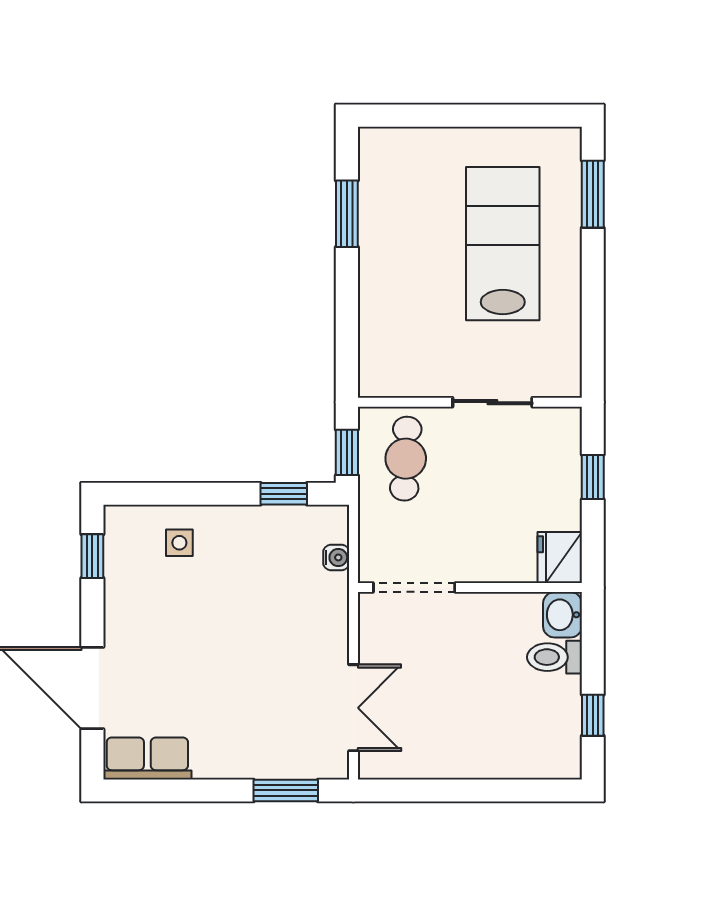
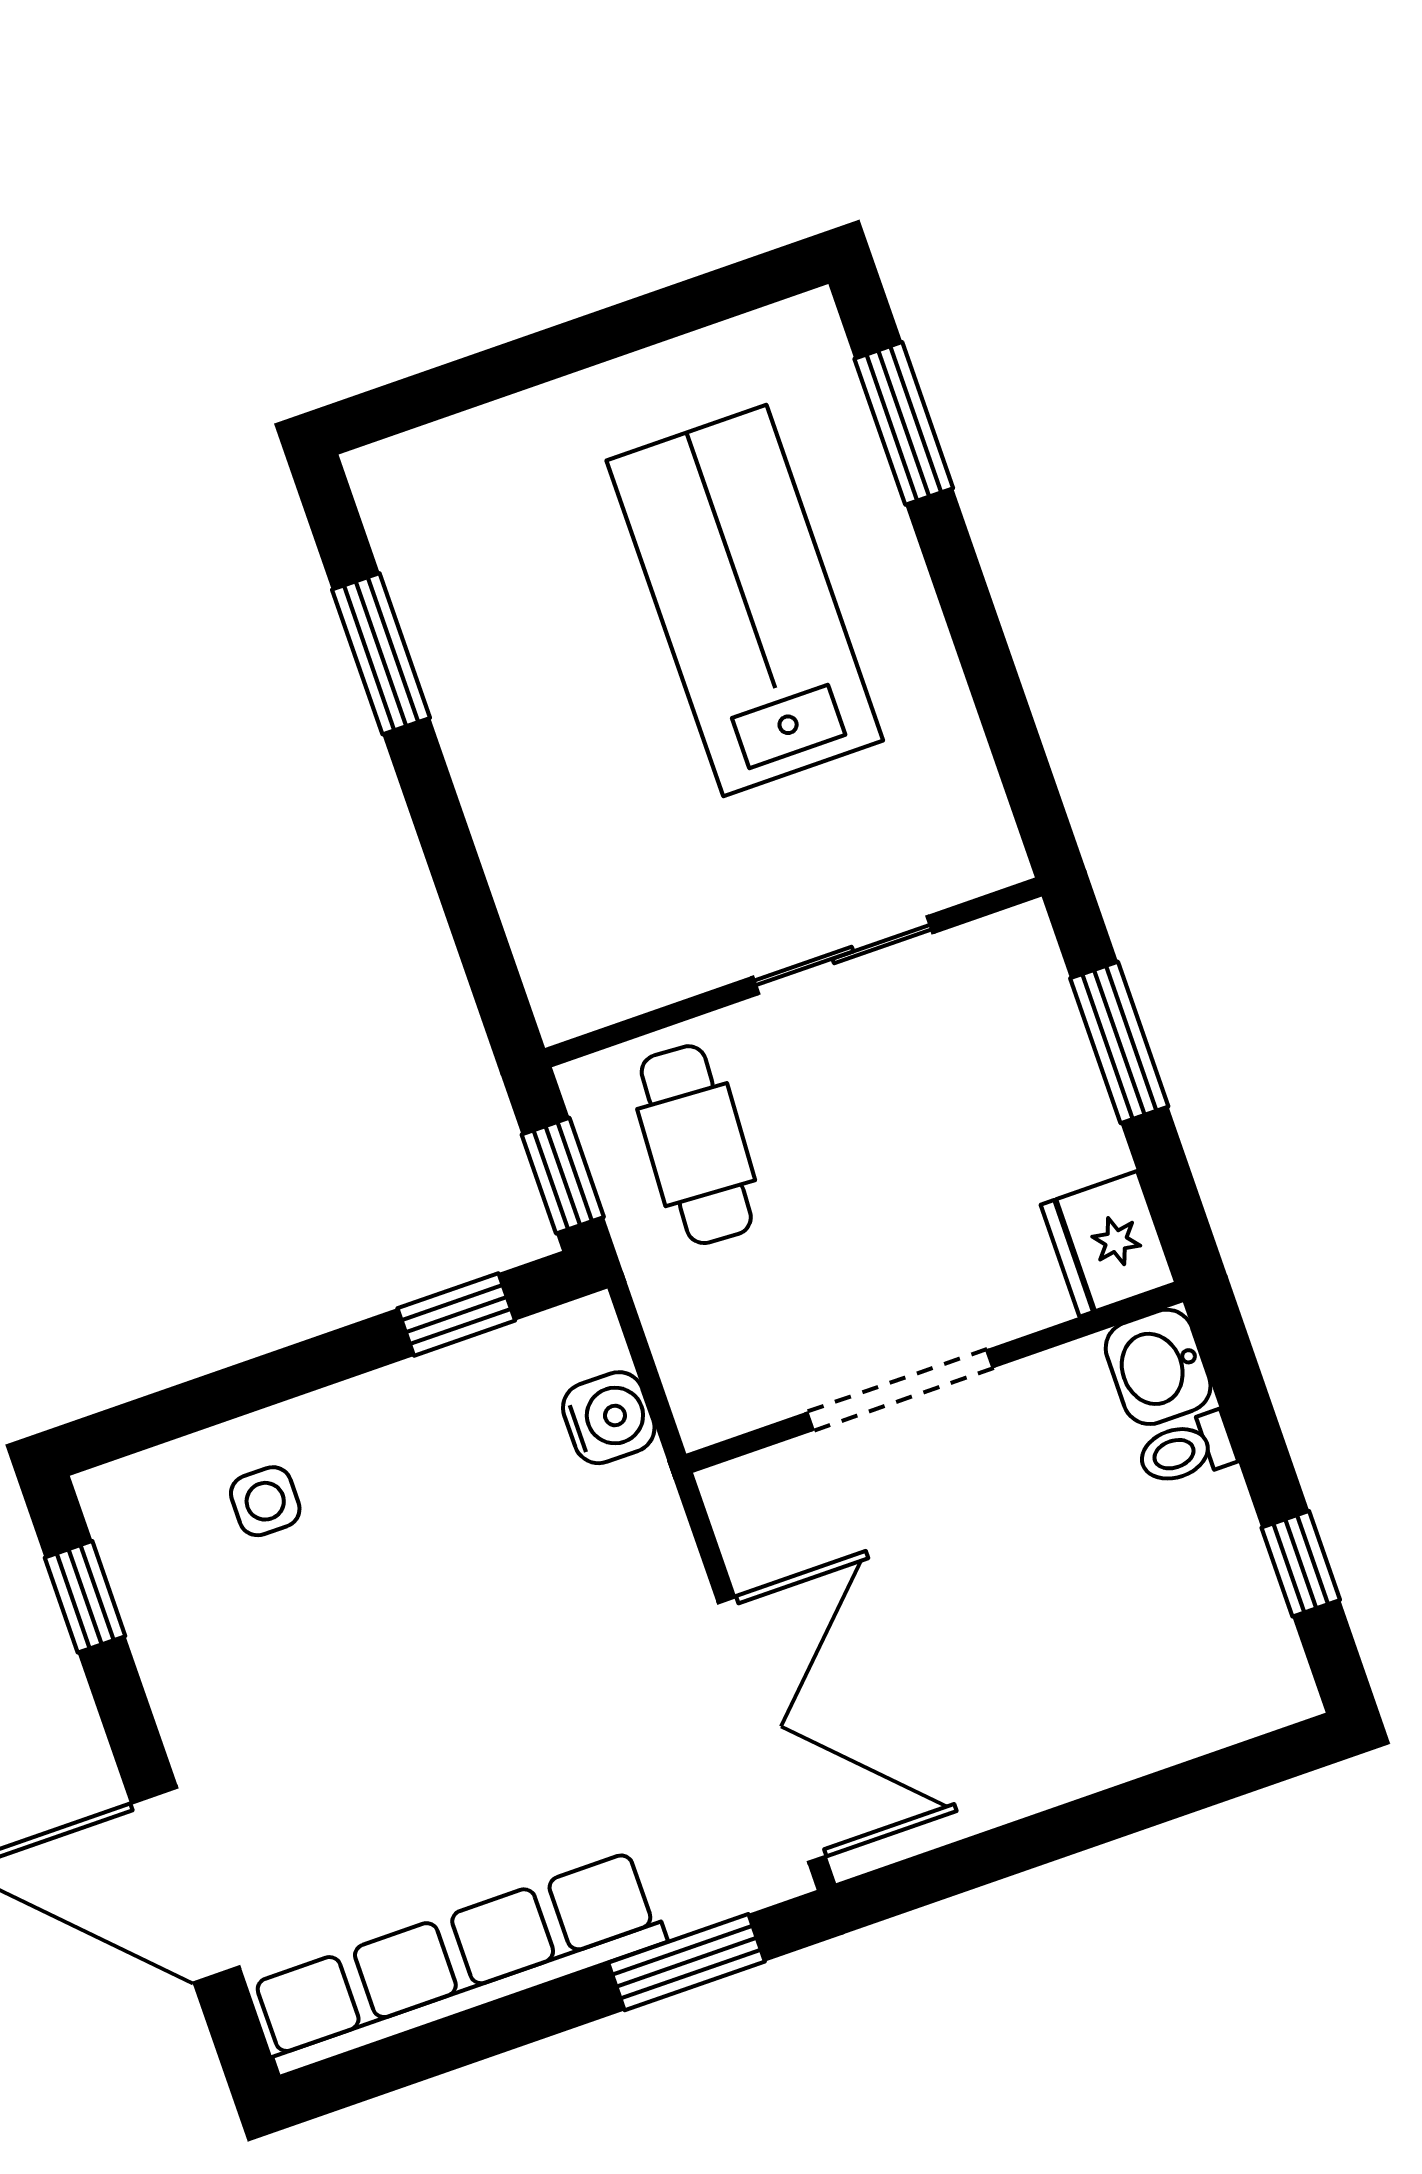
window: (593, 477) -> (1119, 1042), width x1.50
water cooler: (336, 557) -> (609, 1418), width x1.38, depth x1.38
doorway: (414, 588) -> (900, 1390), moved
toilet: (554, 657) -> (1186, 1450), width x0.73, depth x0.72
double door: (353, 708) -> (772, 1730), width x1.37
row of seats: (147, 758) -> (458, 1963), width x2.02

